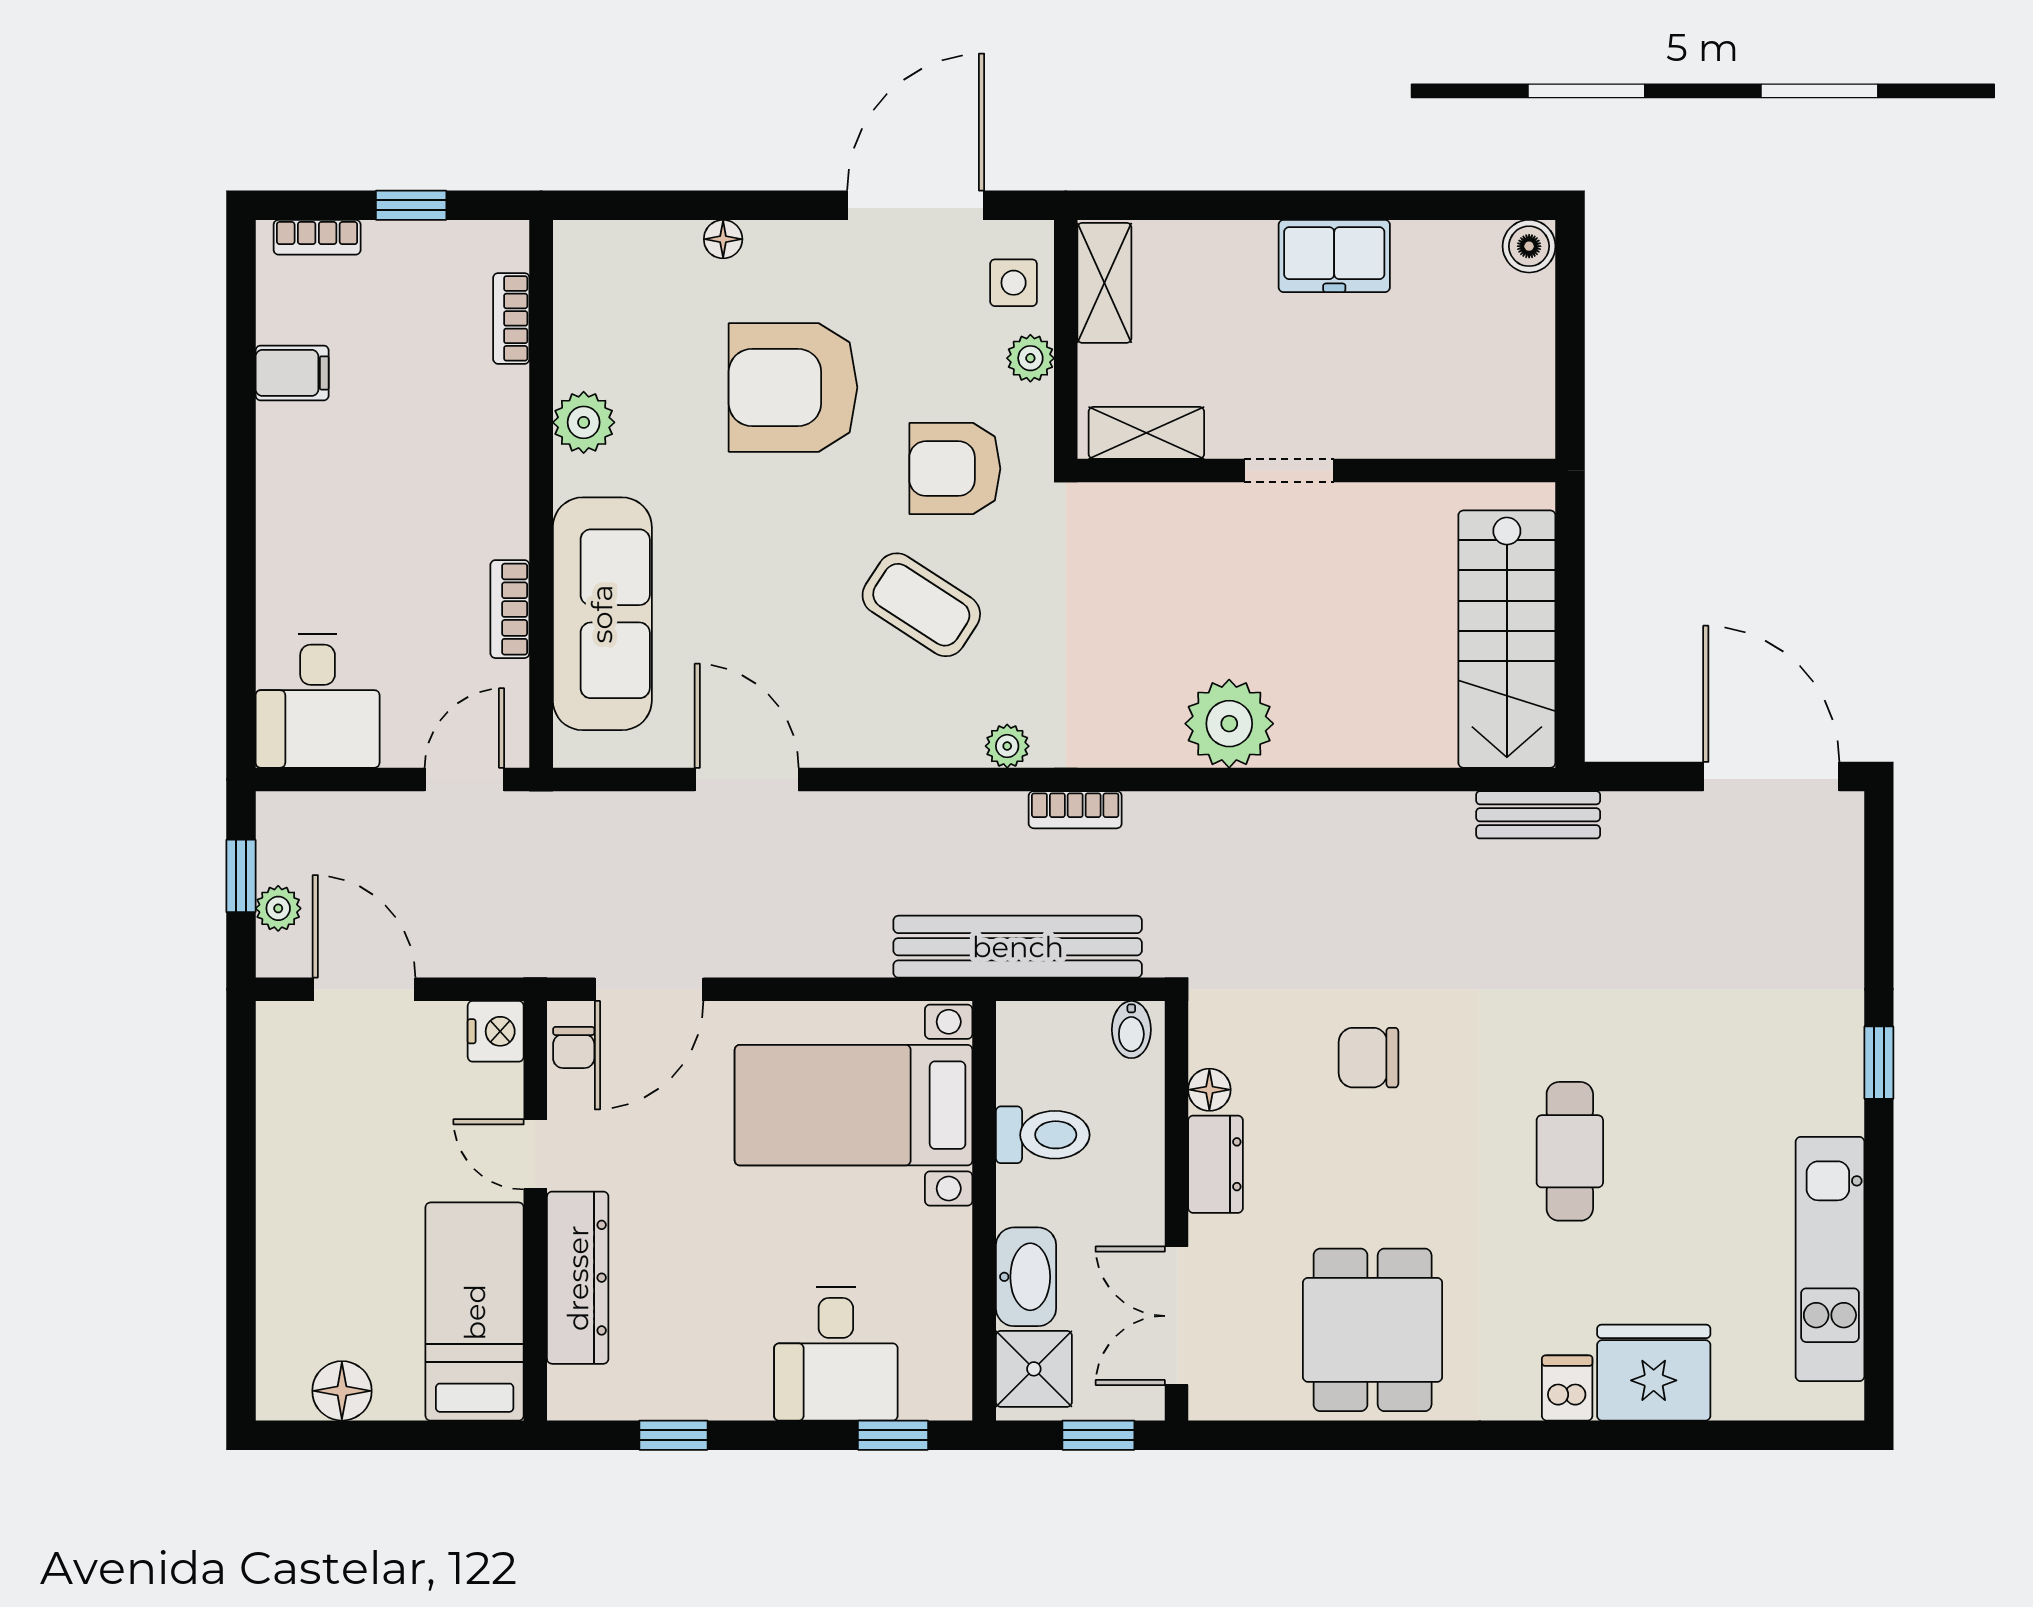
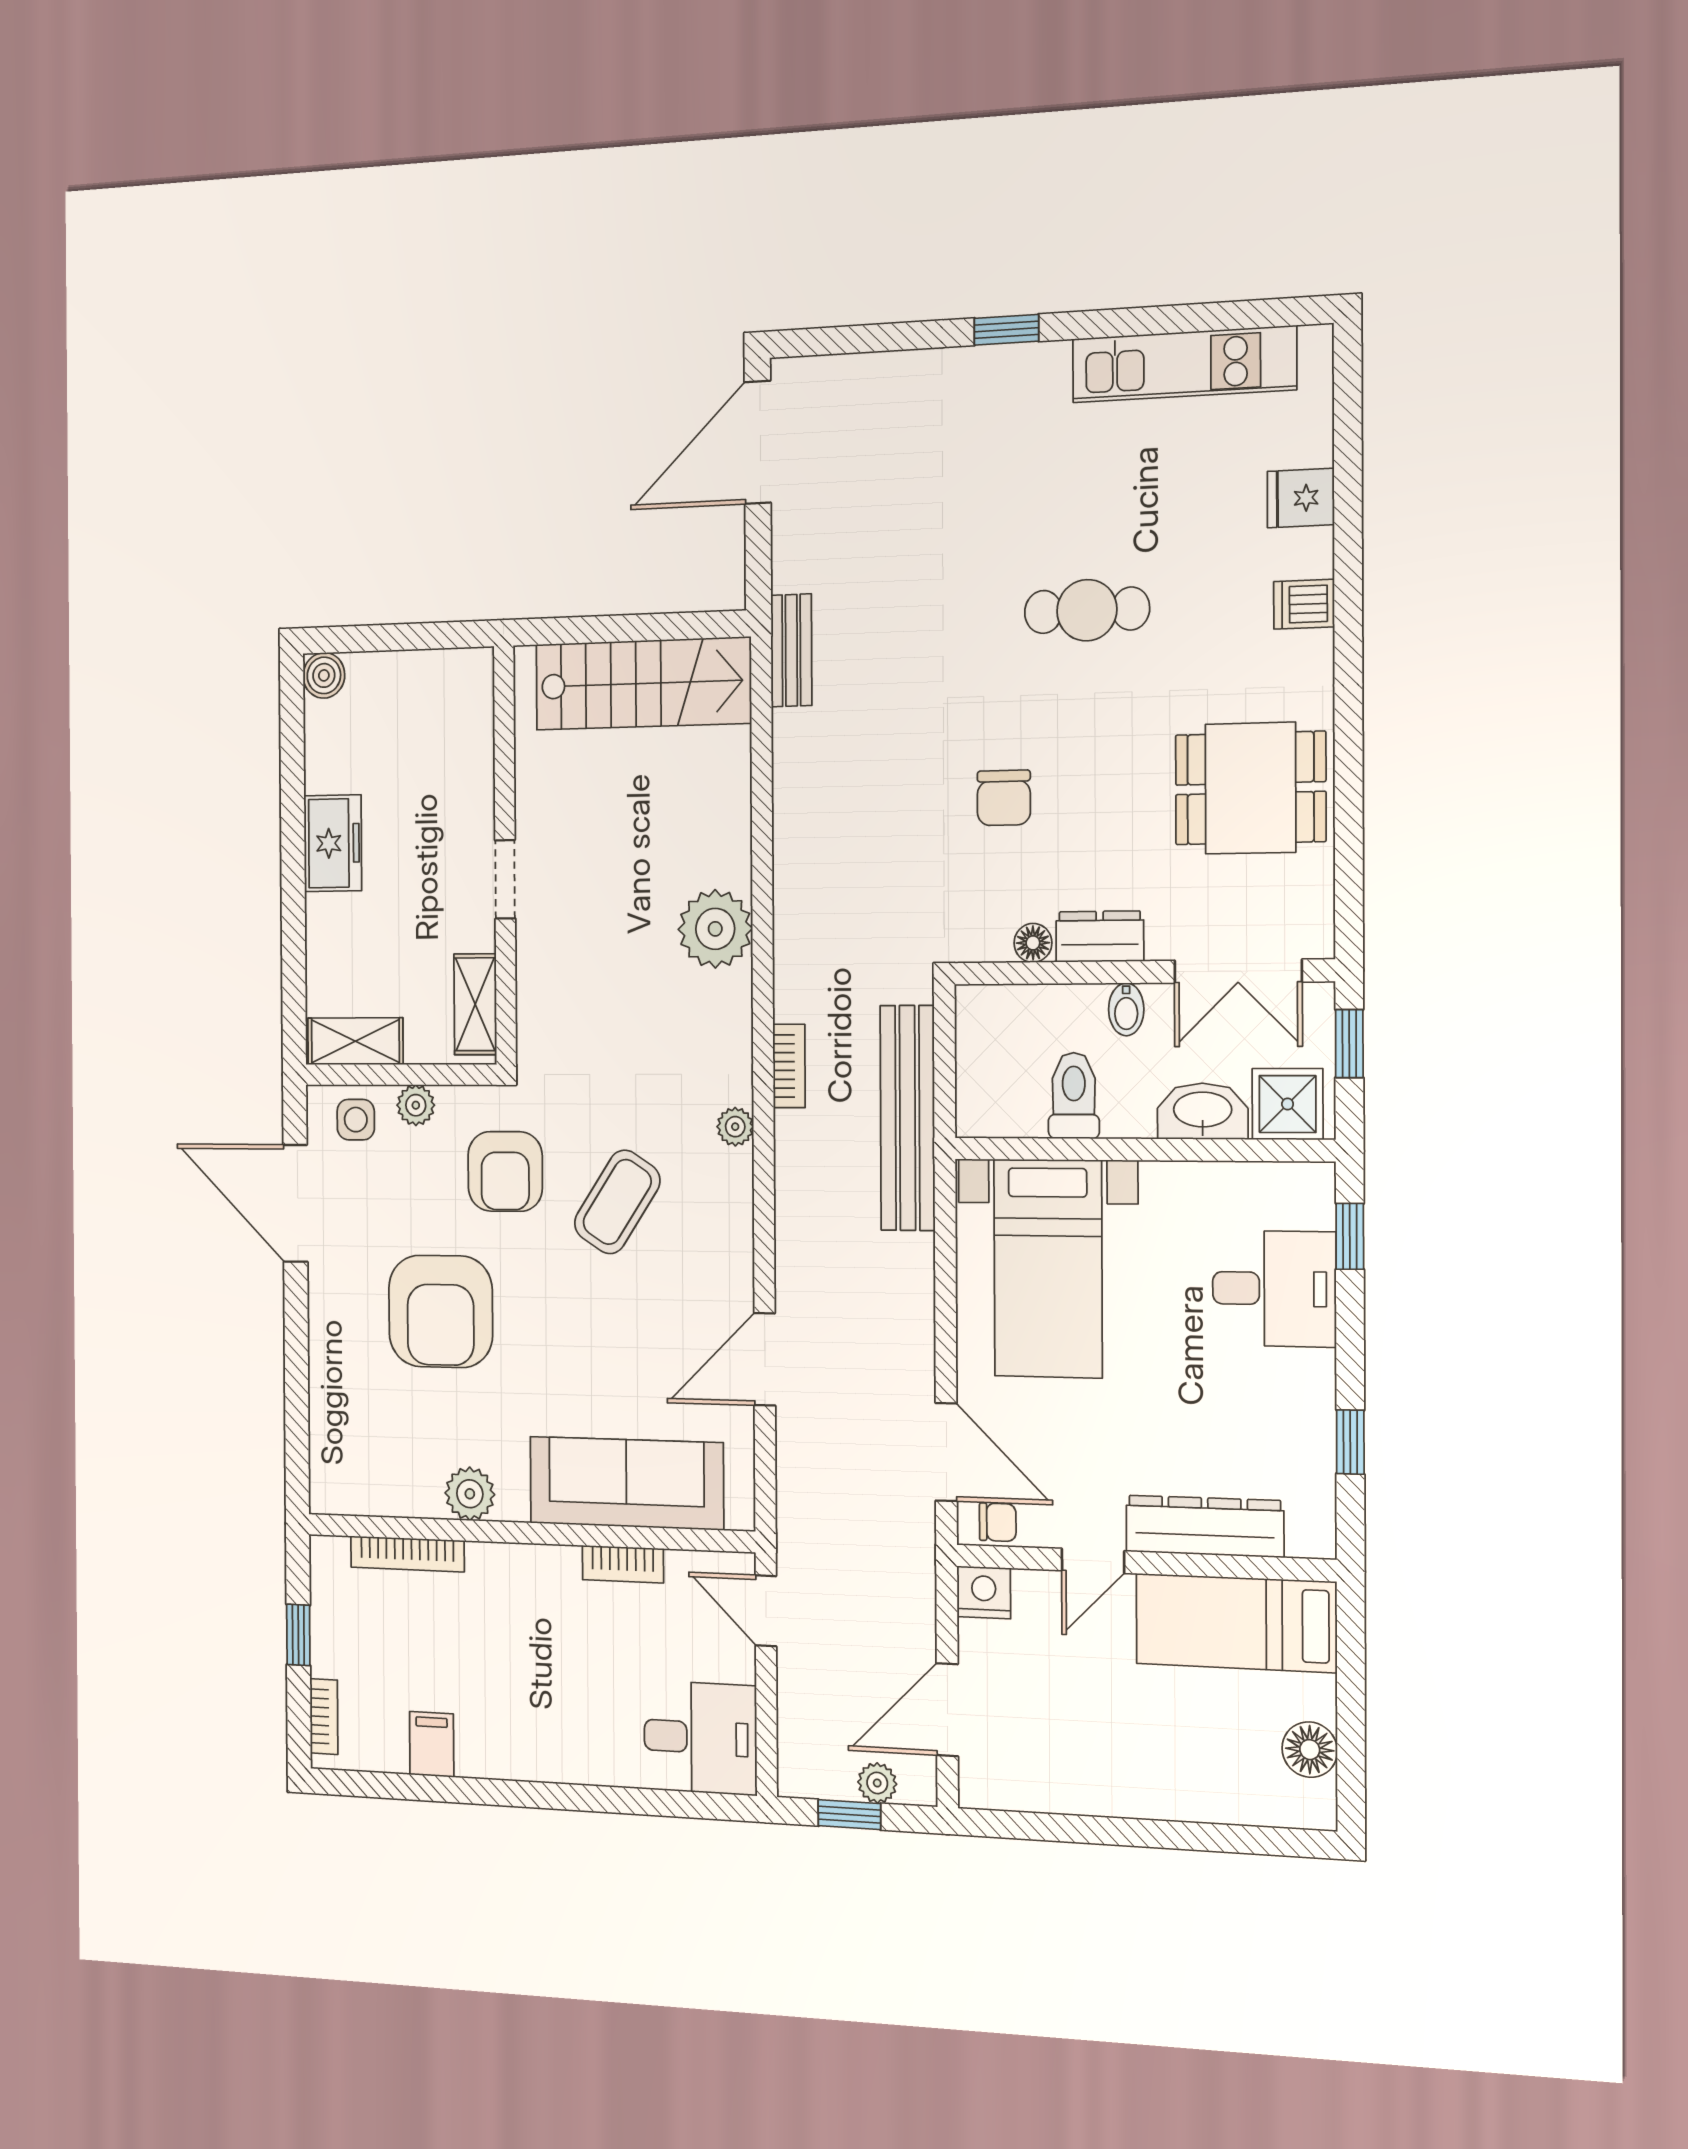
floor lamp: (723, 239) -> (323, 1369), removed
bookcase: (511, 318) -> (407, 1554), width x1.56
bidet: (1131, 1030) -> (1126, 1009), moved, turned 90
fridge: (1654, 1373) -> (1301, 498), width x0.53, depth x0.75

